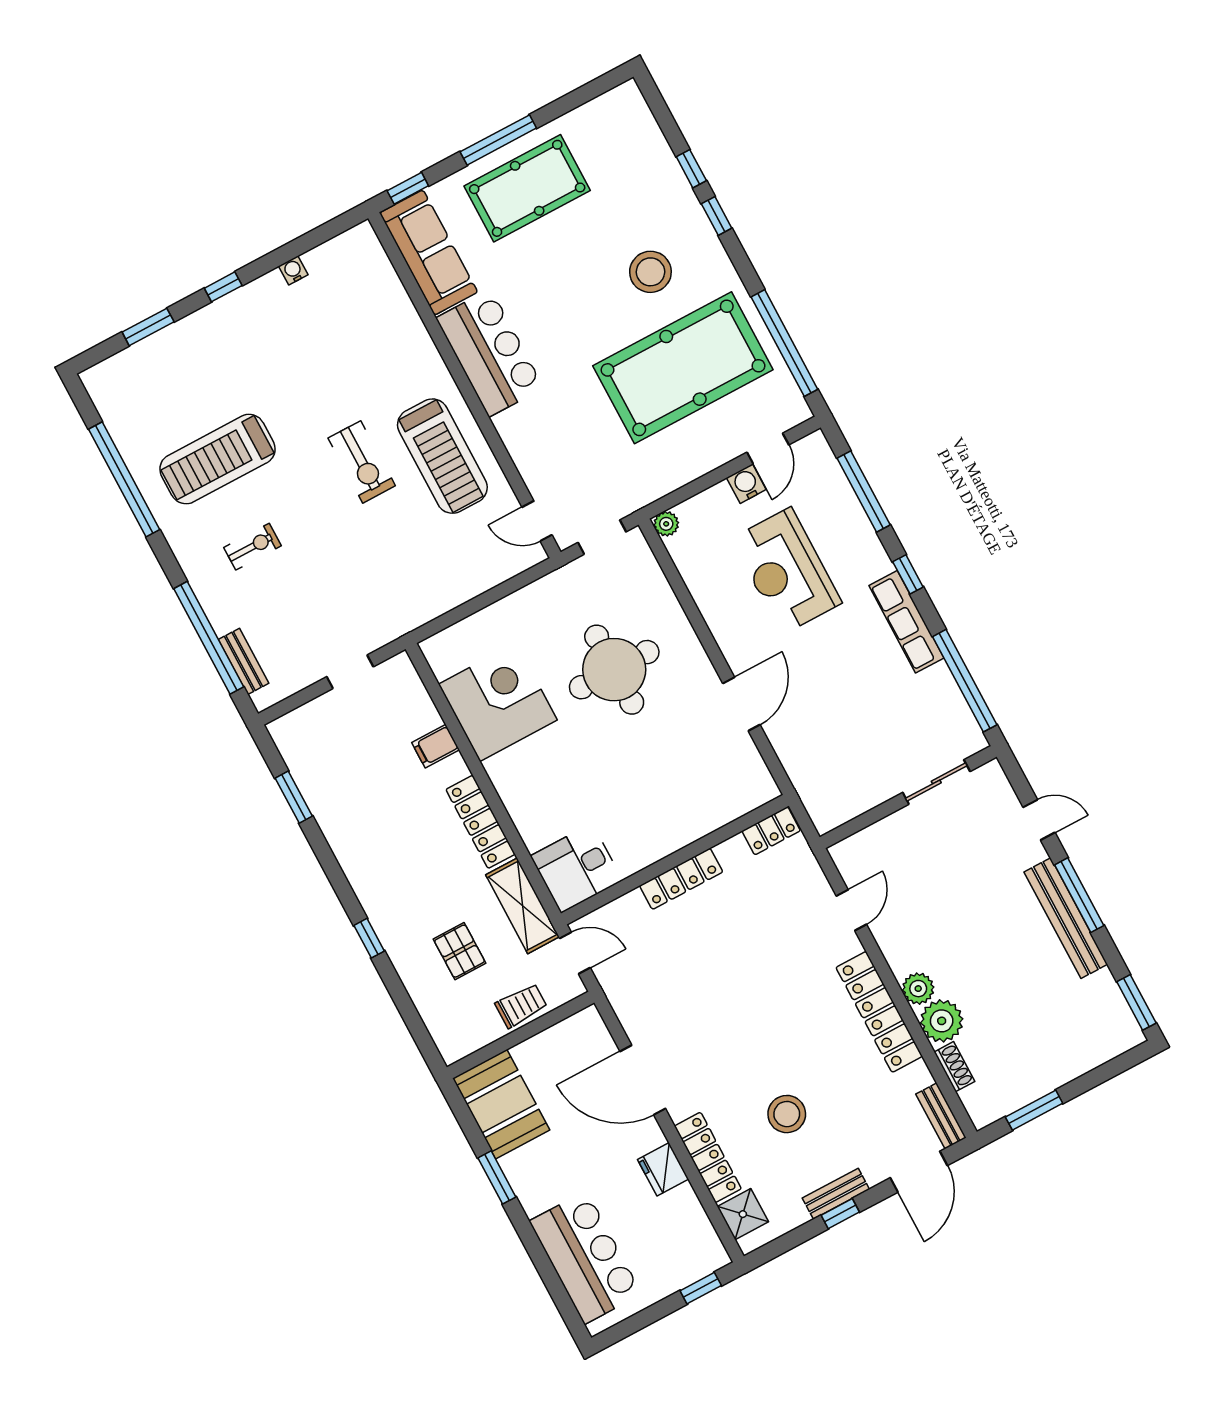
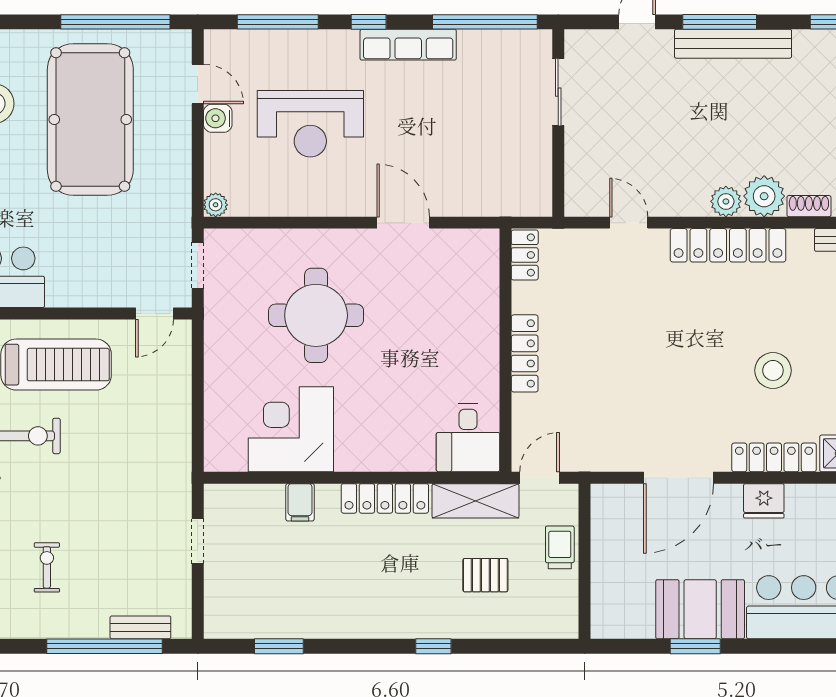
booth: (501, 1104) -> (700, 609), moved

